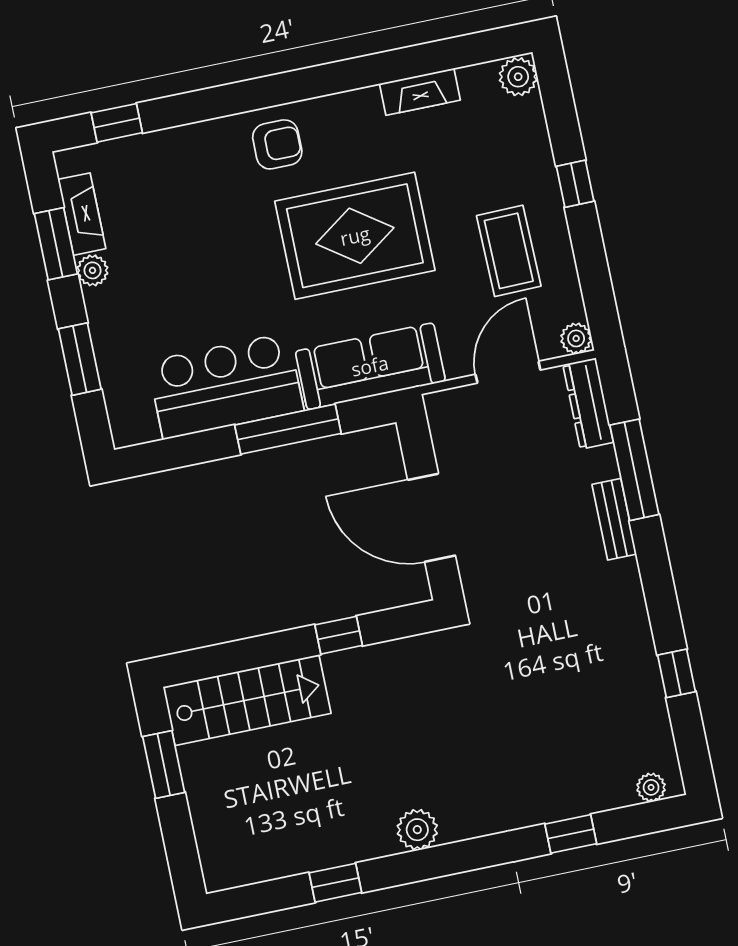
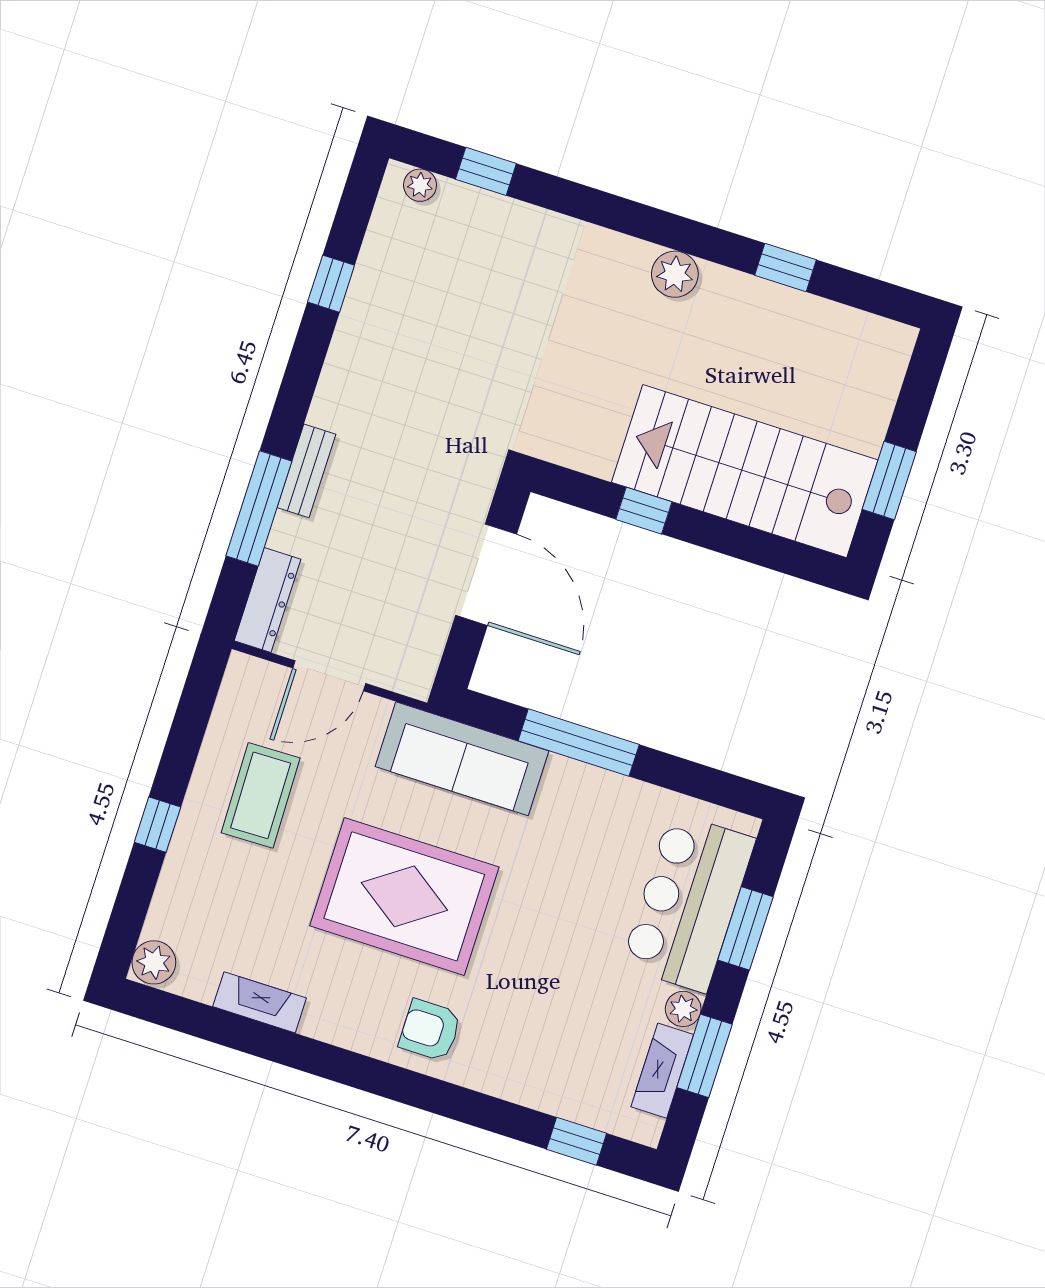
plant: (576, 338) -> (243, 671), removed
bar counter: (226, 386) -> (688, 902), moved, turned 90
stairs: (247, 700) -> (745, 471), width x1.36, depth x1.51
window: (571, 834) -> (486, 171), moved

